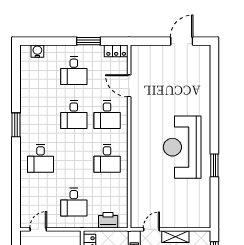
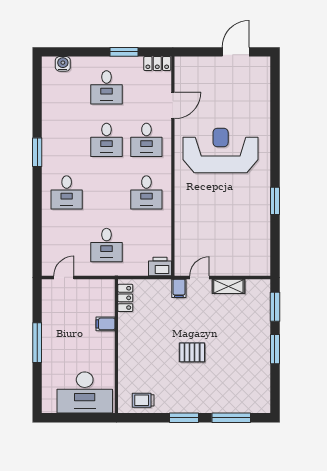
door: (129, 86) -> (173, 105), swing flipped
reception desk: (182, 147) -> (221, 151), moved, turned 90
printer: (108, 220) -> (160, 267), moved

